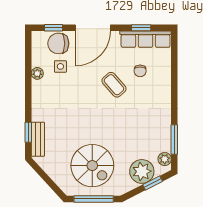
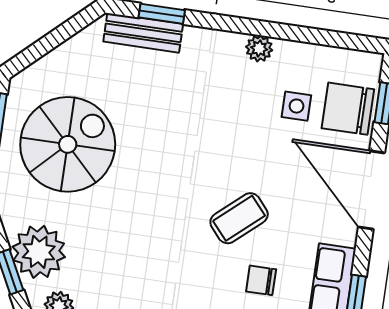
chair: (58, 43) -> (348, 109), turned -90
plant: (37, 73) -> (259, 48), moved
spiral stairs: (92, 166) -> (68, 144), turned 180

